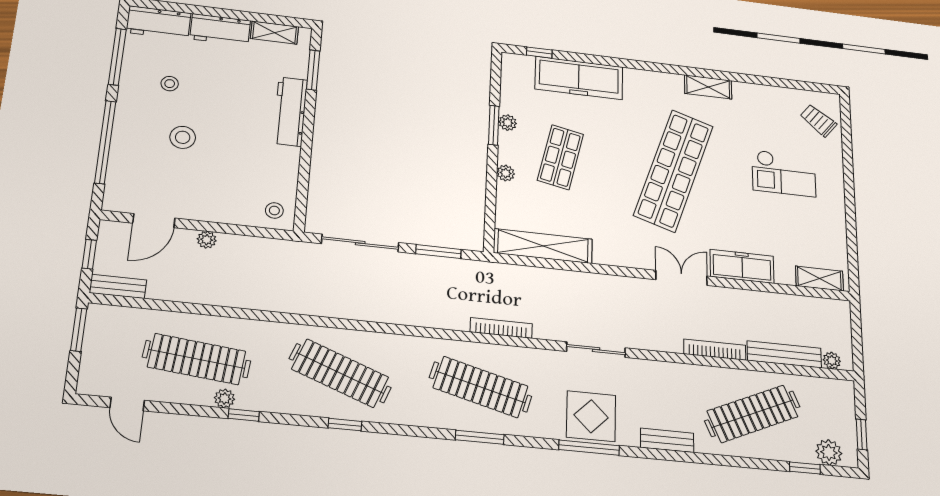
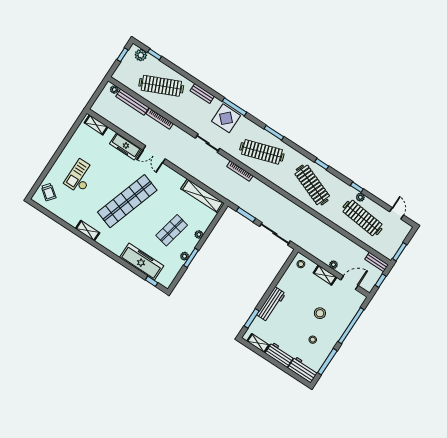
checkout: (784, 173) -> (80, 176), turned -90
shelving: (213, 212) -> (325, 275), added
clothes rail: (481, 387) -> (262, 152), turned -33

